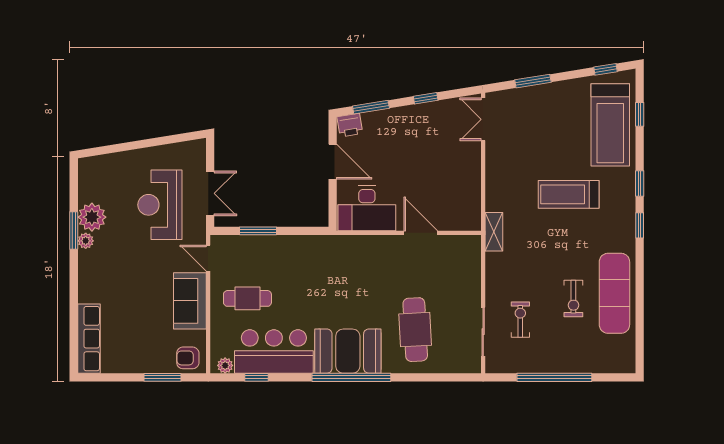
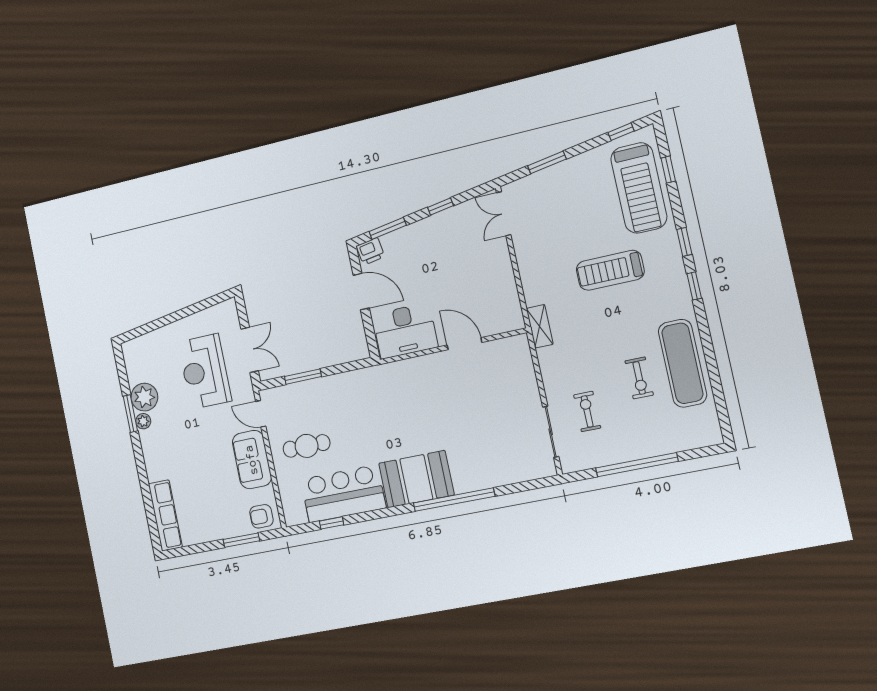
cafe table: (415, 330) -> (480, 444), removed
plant: (225, 365) -> (299, 517), removed
window: (351, 377) -> (454, 500), moved

